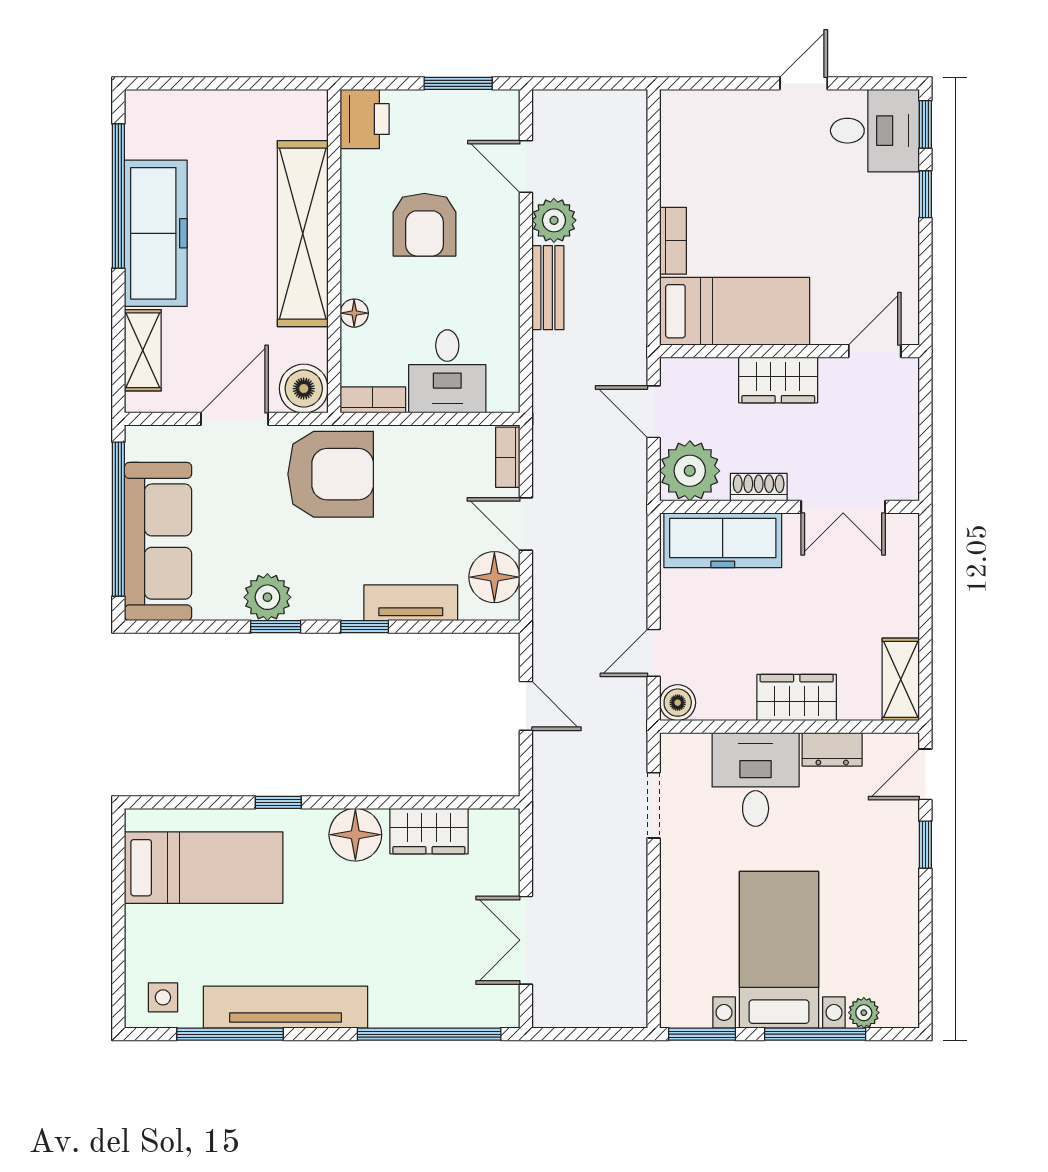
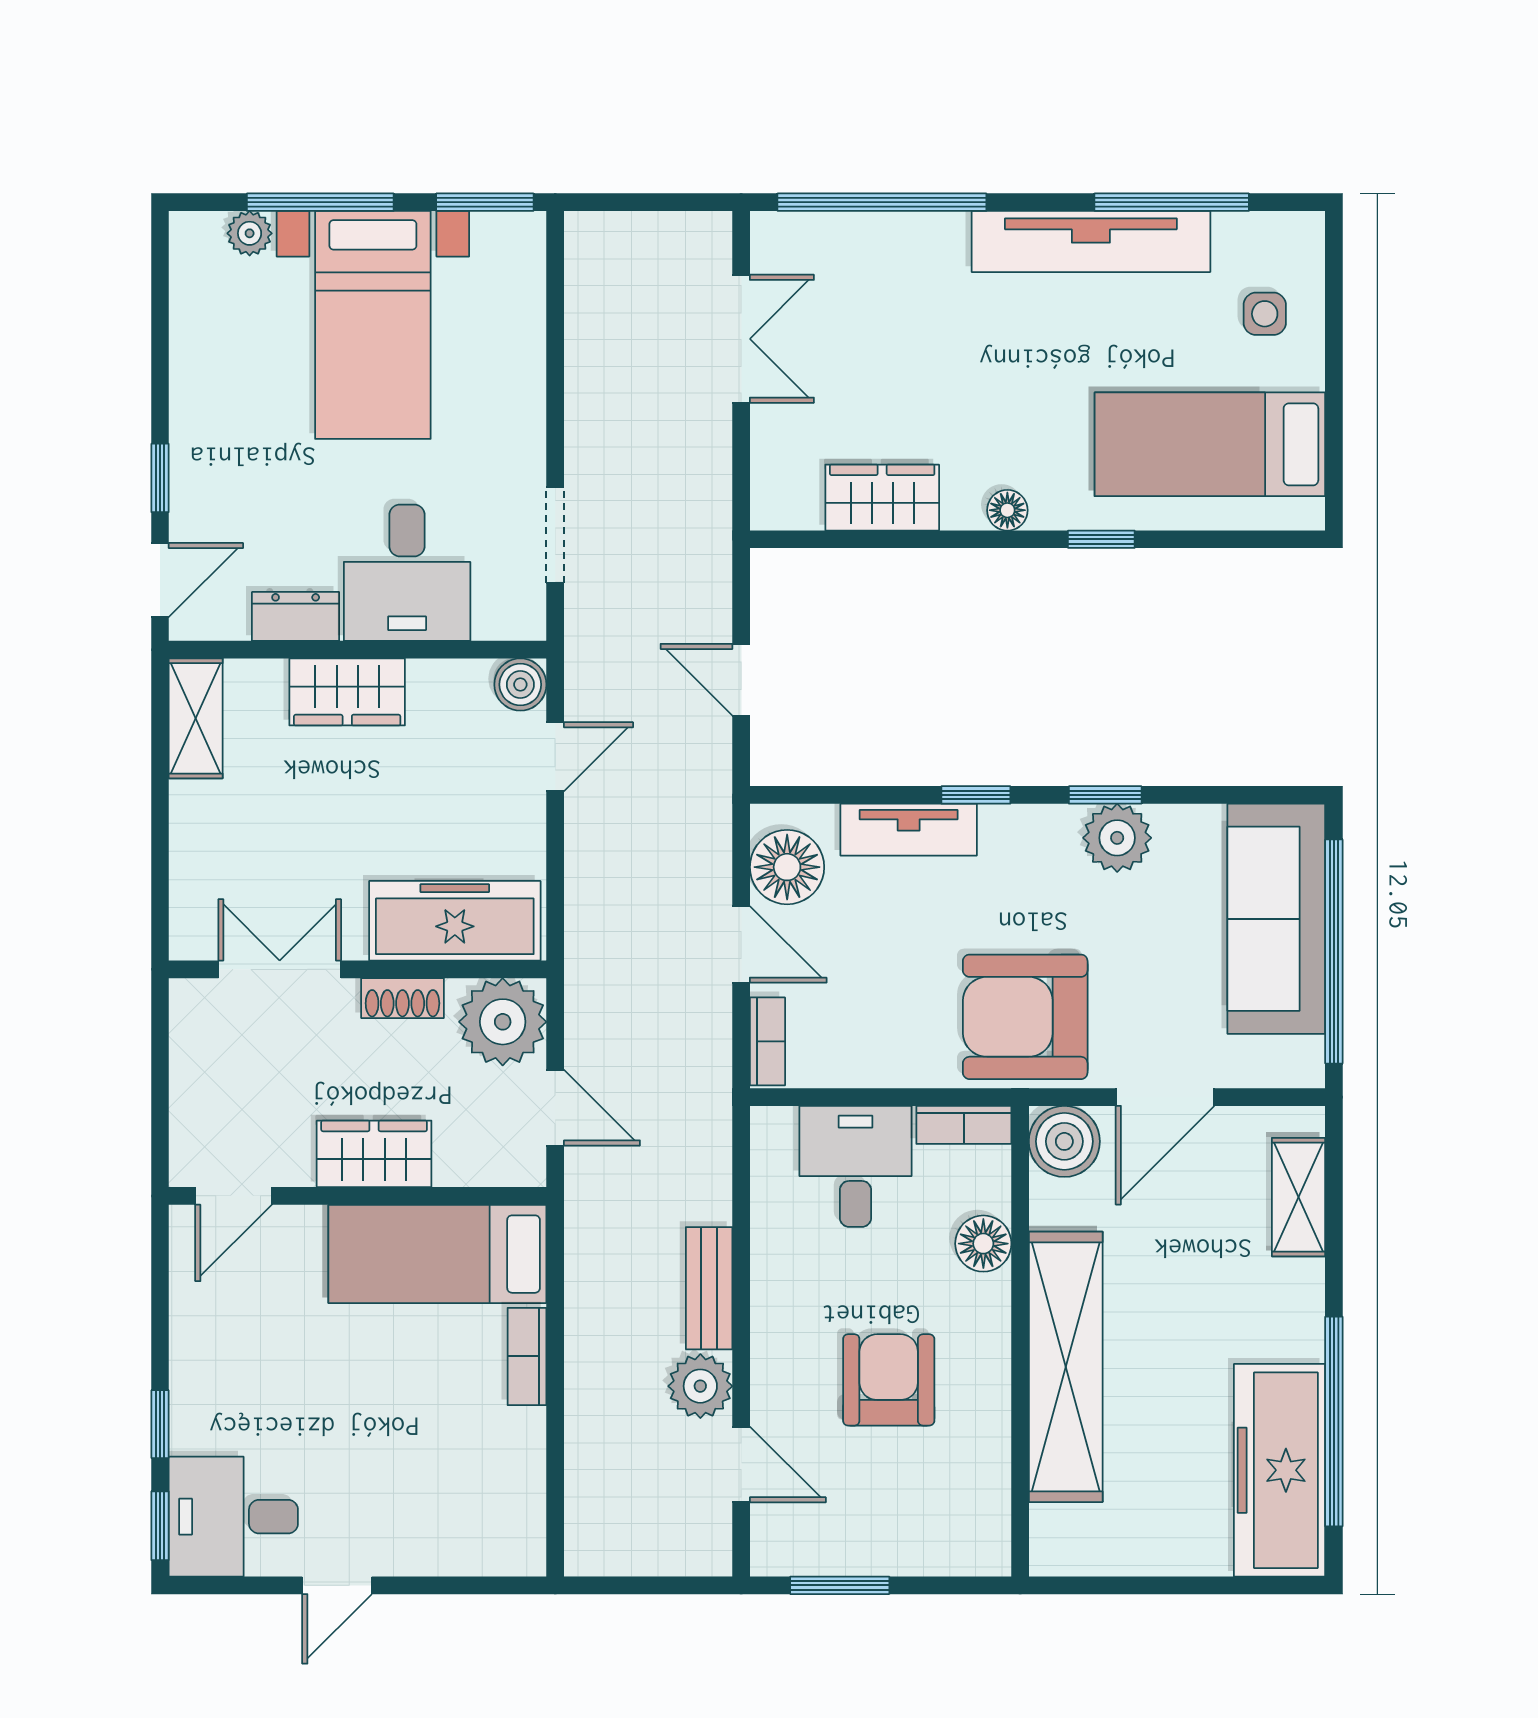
printer: (365, 119) -> (976, 1533), removed
freezer: (156, 233) -> (1280, 1470), moved
floor lamp: (354, 313) -> (983, 1244), width x1.37, depth x1.37
floor lamp: (355, 835) -> (1007, 510), width x0.53, depth x0.53
side table: (163, 997) -> (1265, 314), moved

